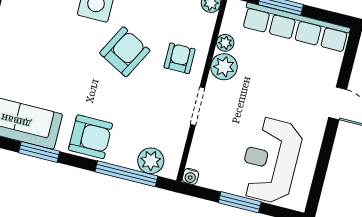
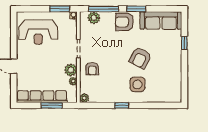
armchair: (125, 52) -> (140, 58), moved
window: (39, 152) -> (136, 9), moved
reception desk: (271, 160) -> (38, 32), turned 90
window: (240, 202) -> (60, 9), moved

